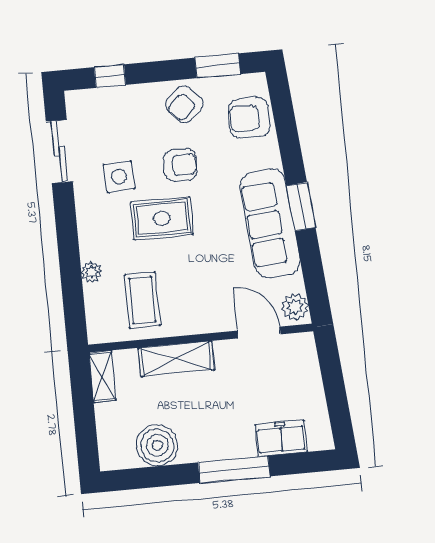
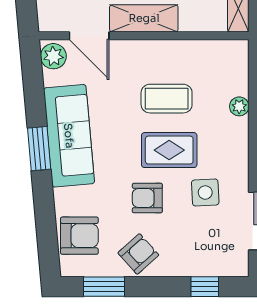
coffee table: (142, 300) -> (167, 99), moved, turned 90
shelving: (176, 359) -> (144, 18), moved

